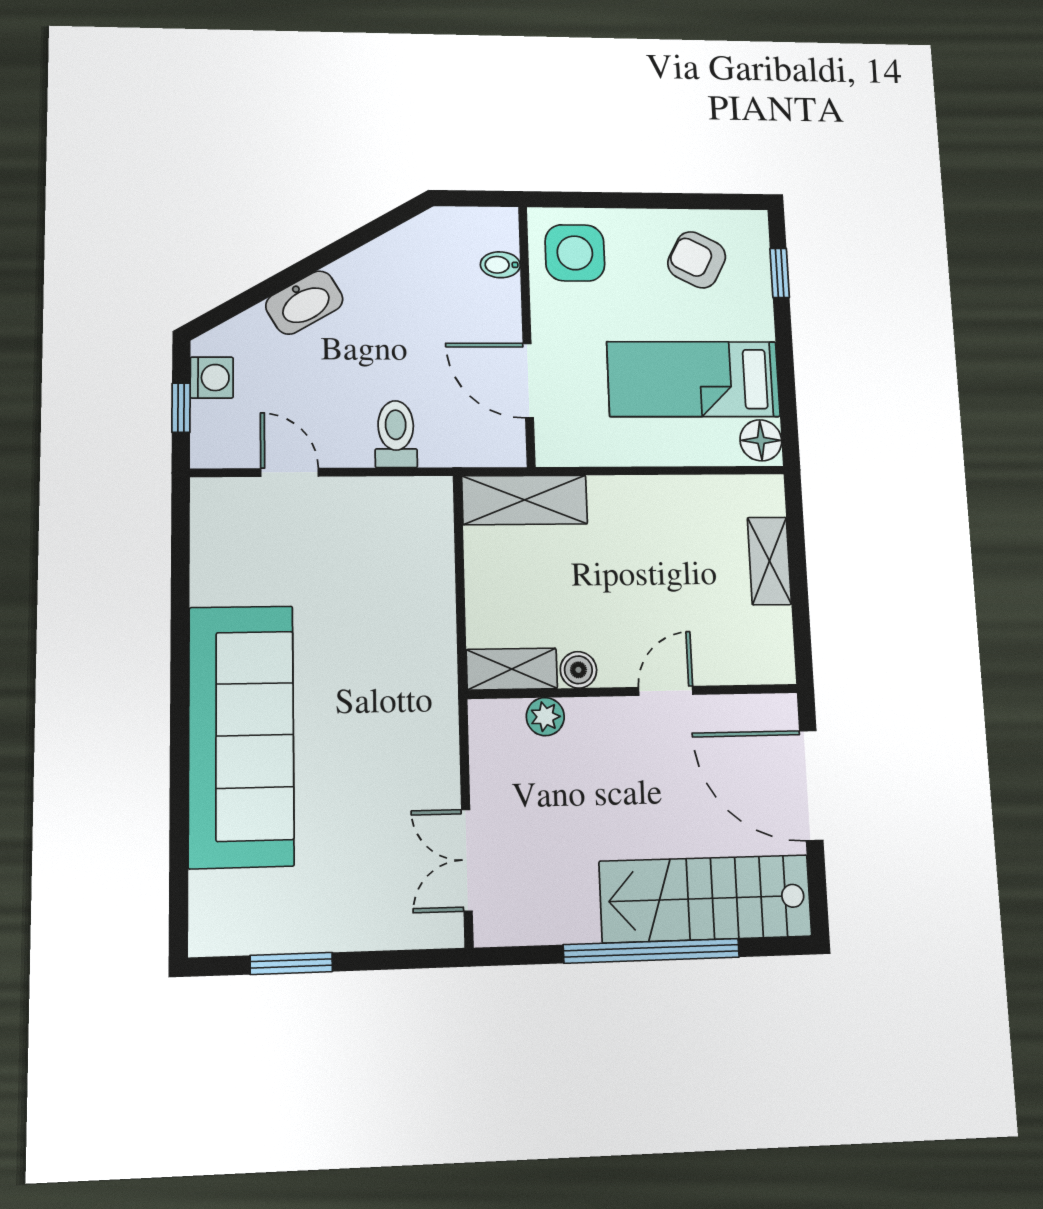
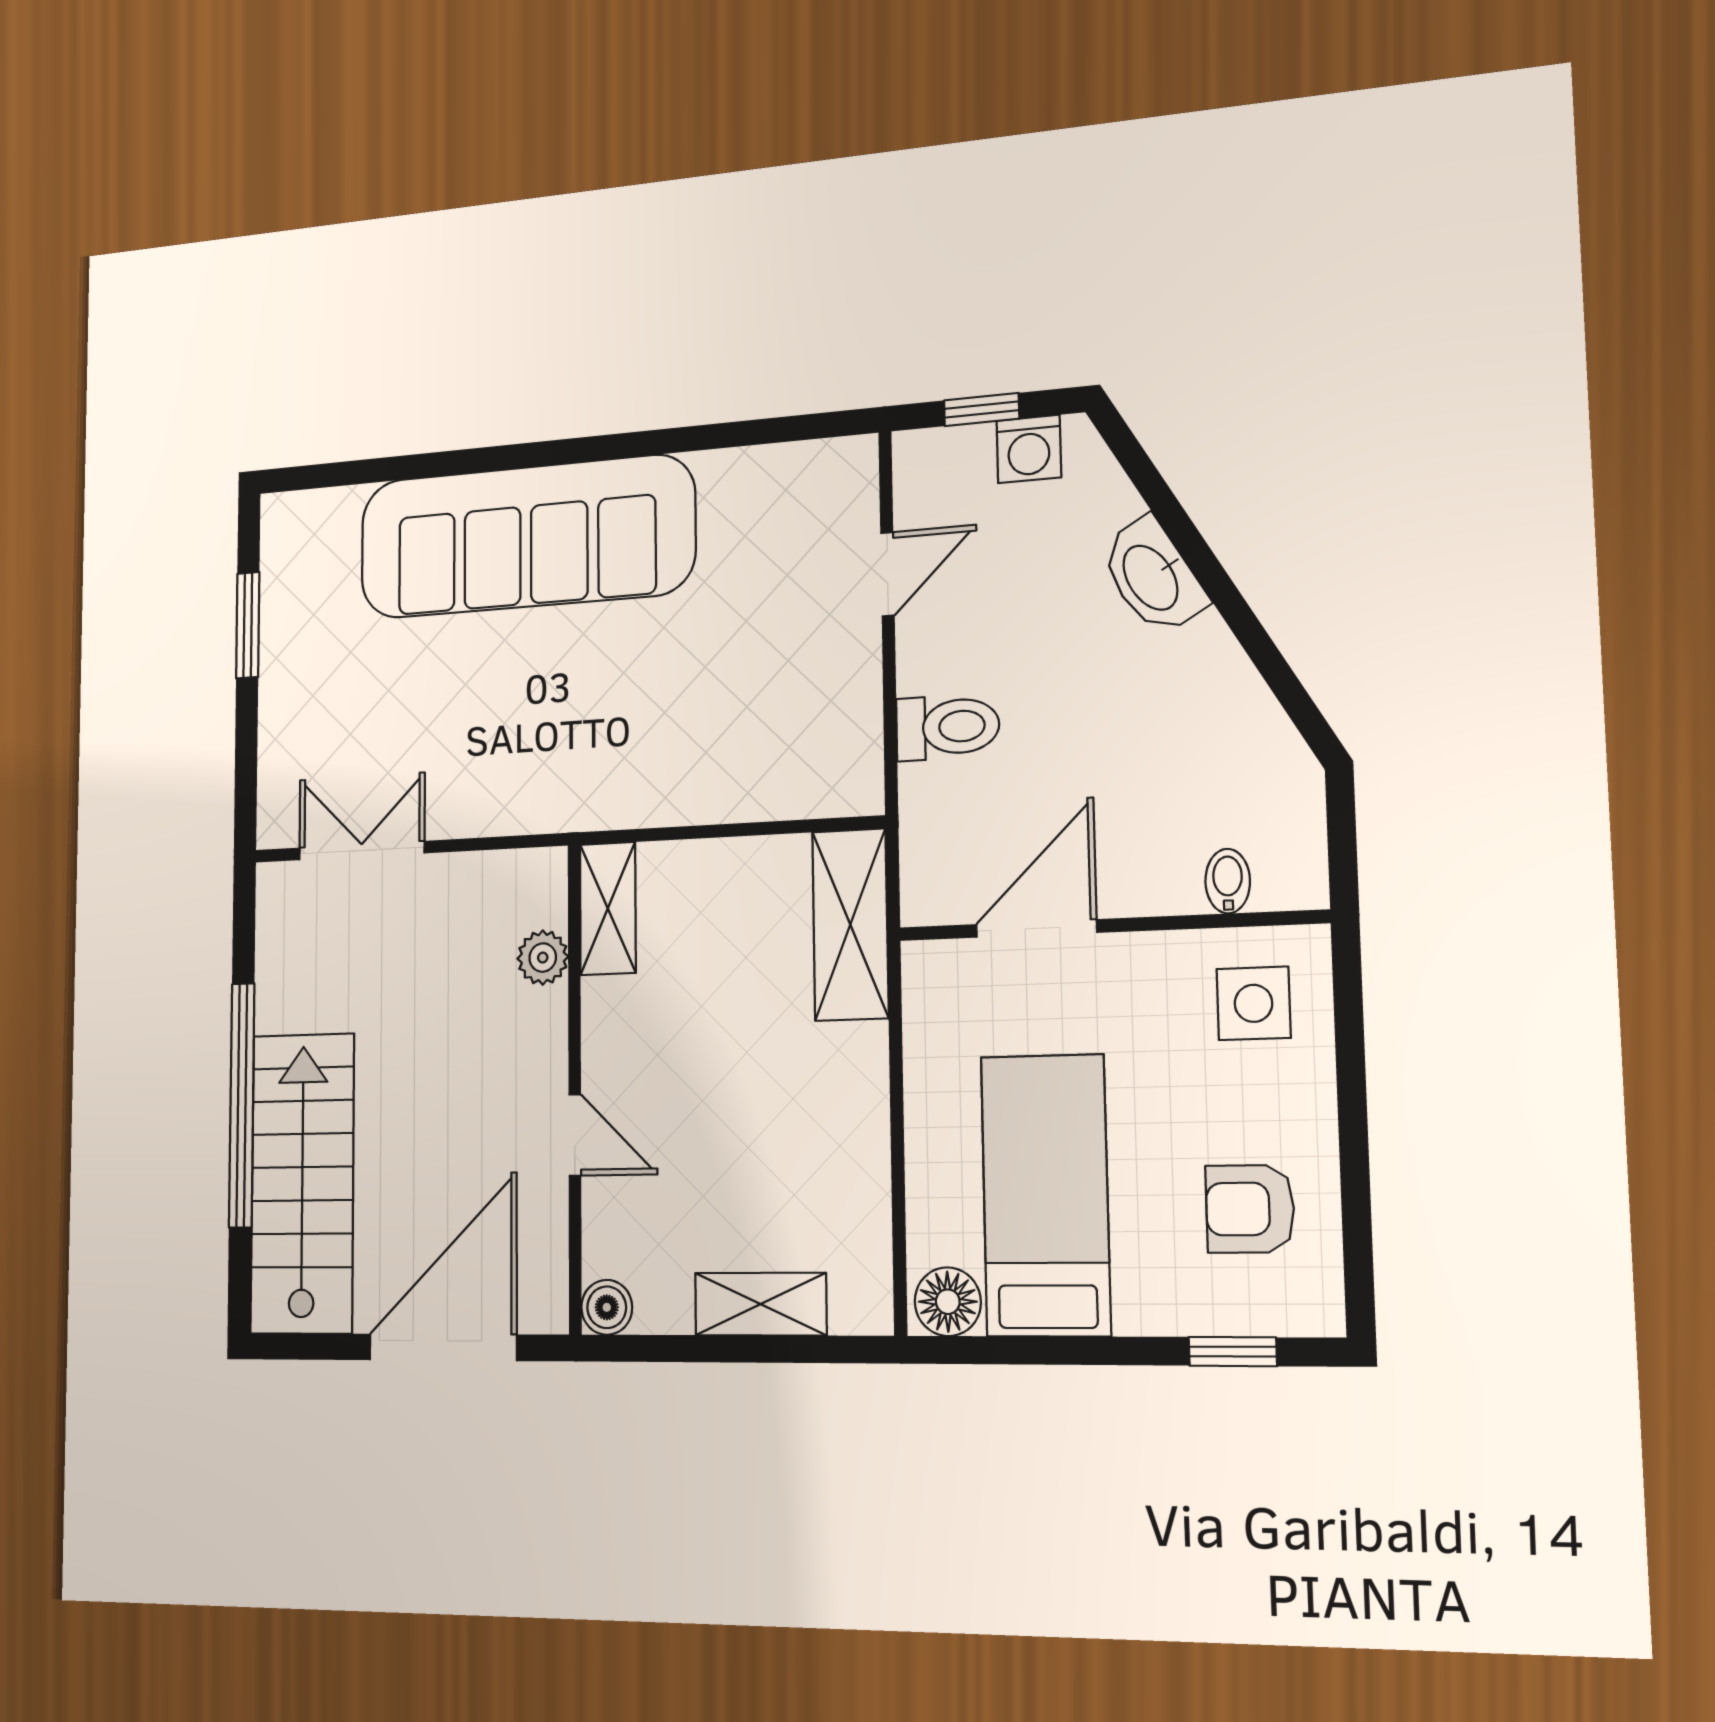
side table: (575, 253) -> (1254, 1003), width x0.73, depth x0.73
armchair: (697, 260) -> (1250, 1209), turned -117
boiler: (578, 670) -> (607, 1307), moved

